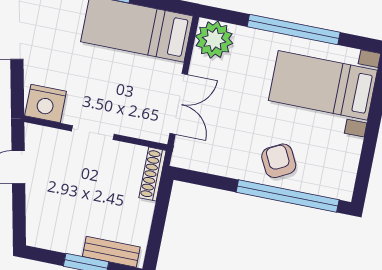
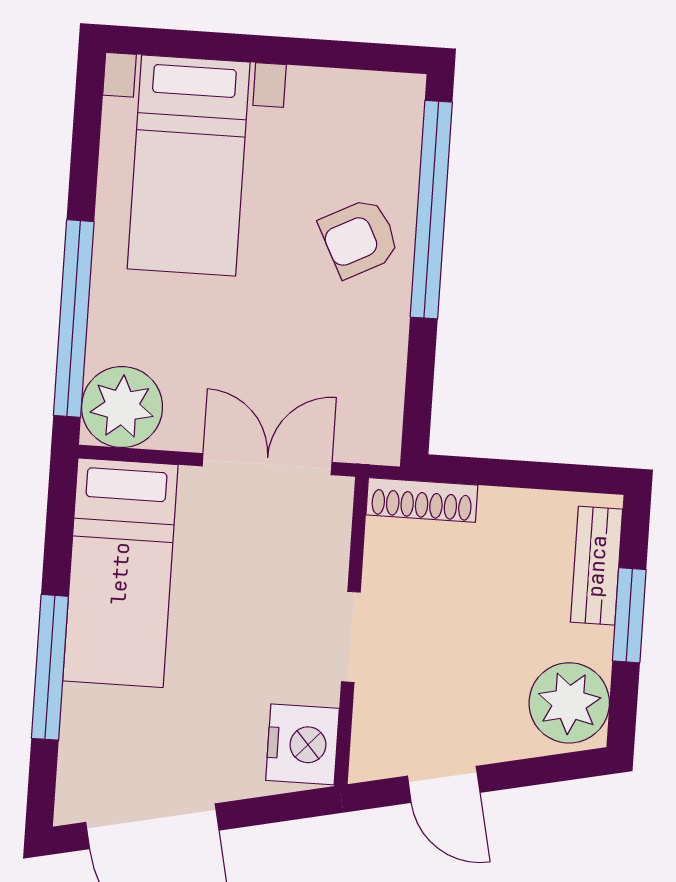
window: (294, 29) -> (74, 319), moved
plant: (49, 231) -> (569, 703), added

